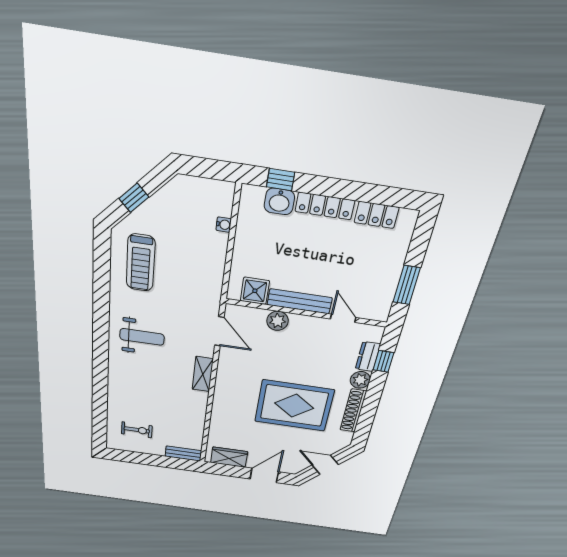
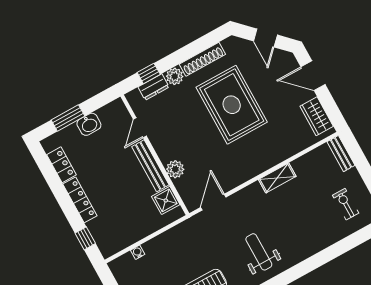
washbasin: (279, 201) -> (89, 124), moved, turned 90
window: (407, 285) -> (68, 118), moved
shelving: (203, 374) -> (277, 178), moved

